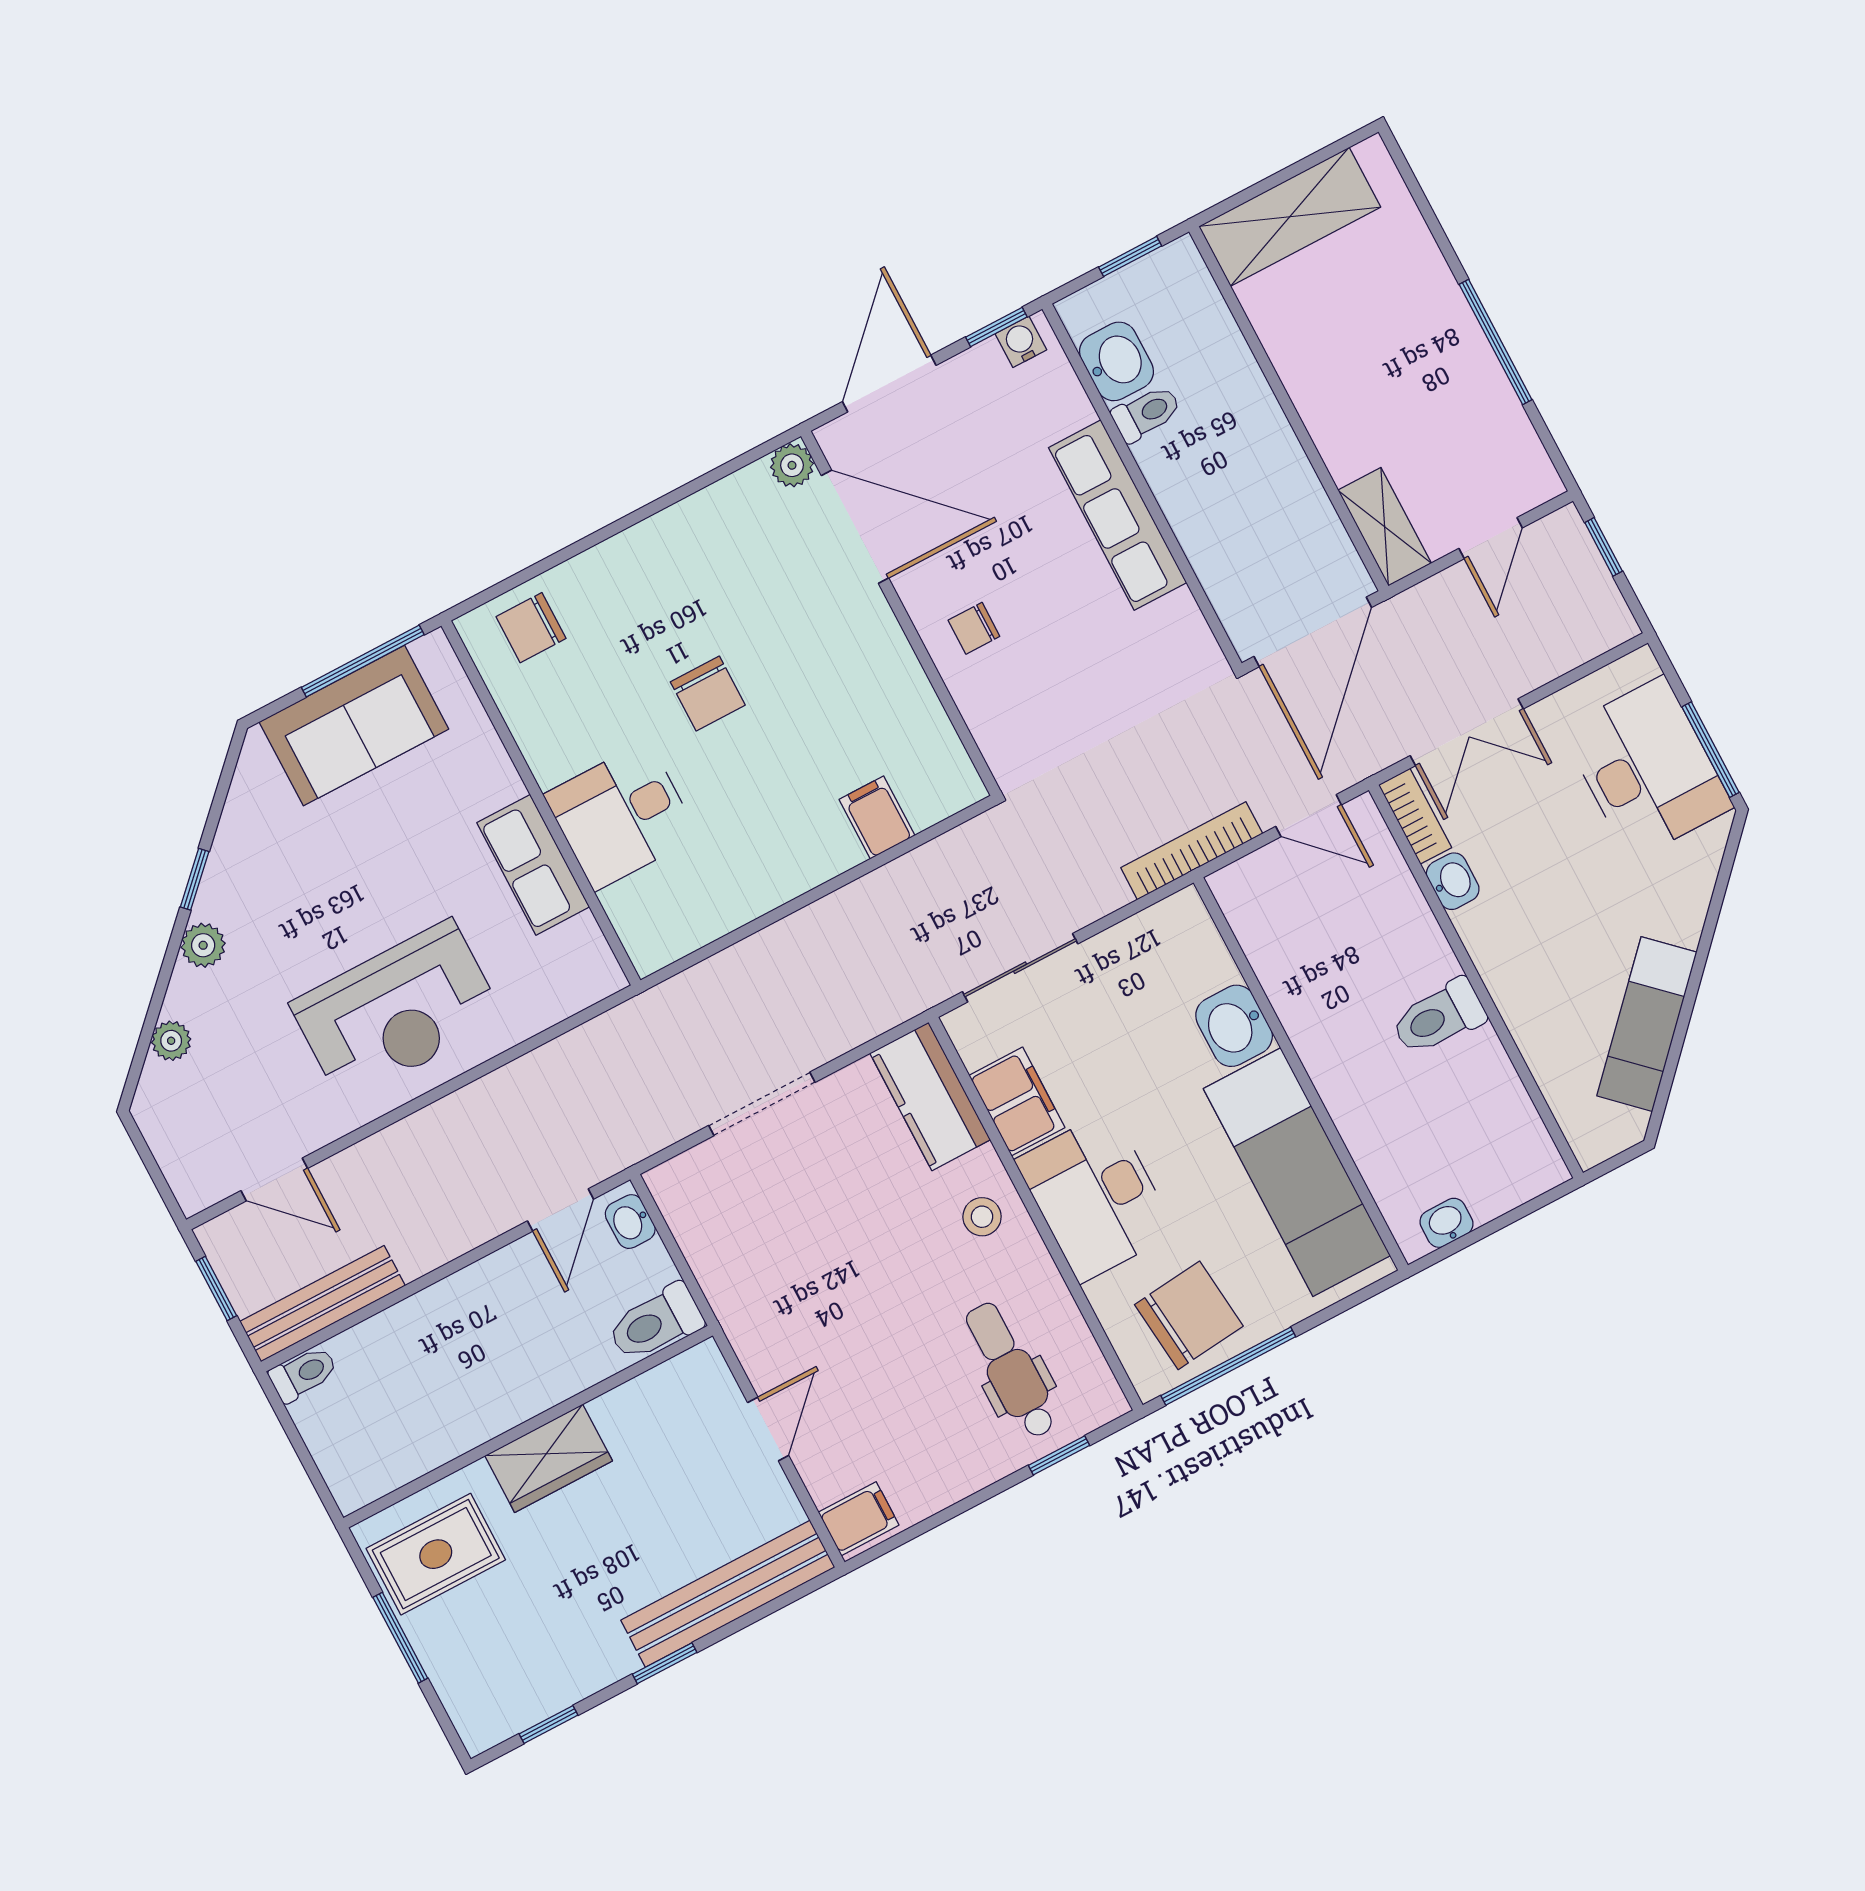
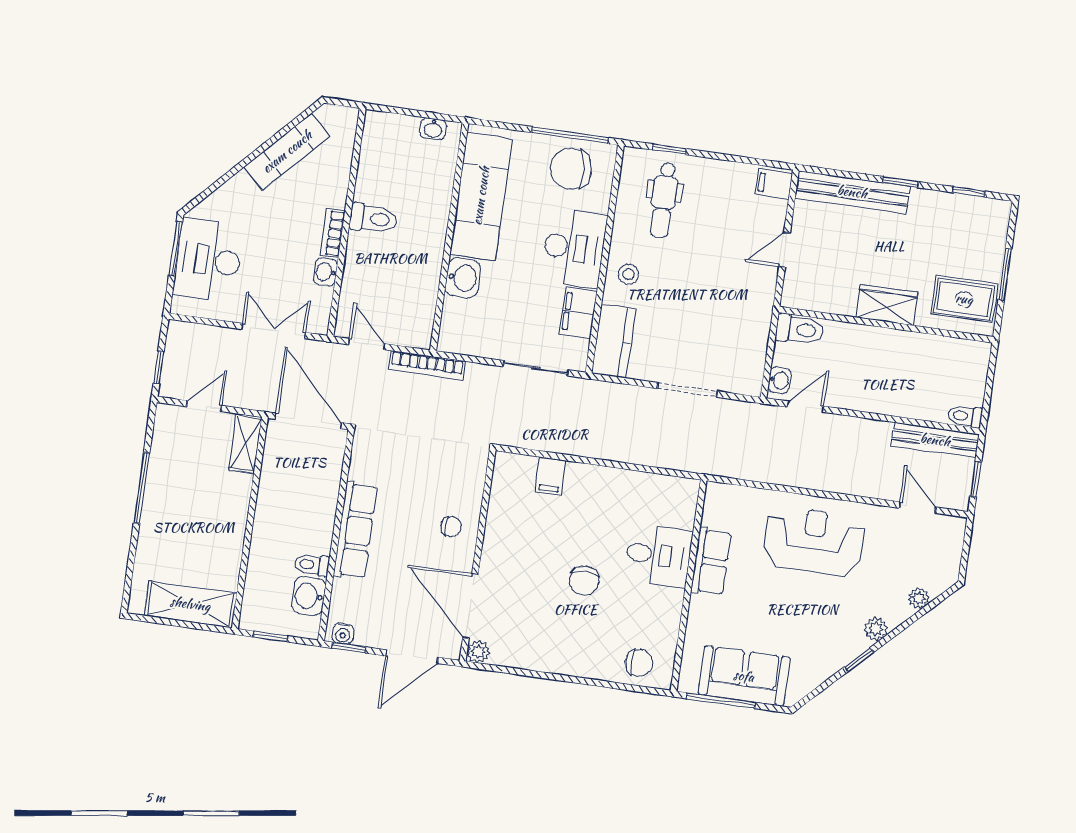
door: (1313, 632) -> (308, 421), hinge flipped
chair: (708, 693) -> (584, 581), turned 180
bookcase: (1415, 816) -> (333, 233), moved

